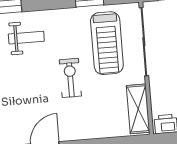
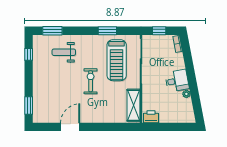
weight bench: (26, 38) -> (64, 52), turned 180

